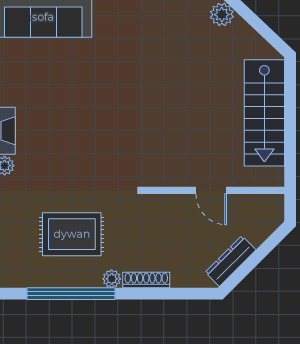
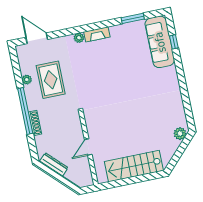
plant: (112, 279) -> (27, 80), moved
window: (71, 294) -> (25, 111), moved

